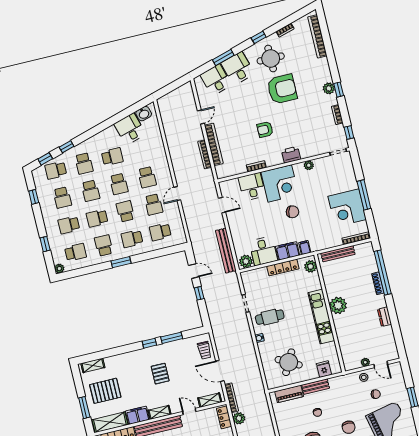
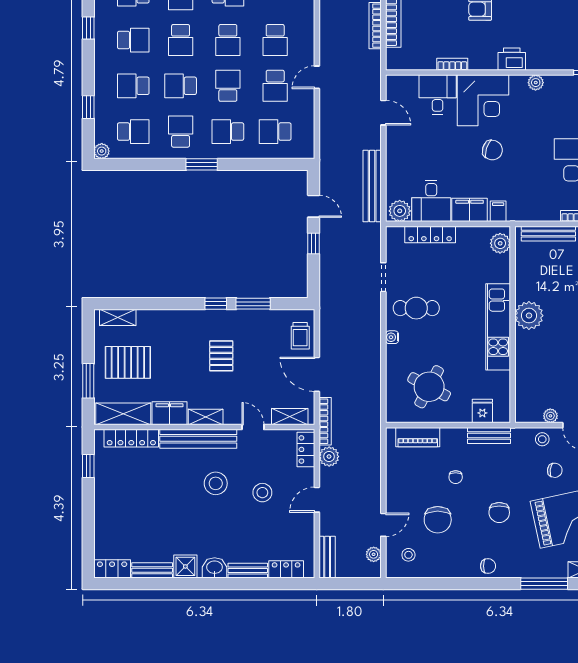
school desk: (62, 198) -> (133, 40), turned -90
locker: (283, 267) -> (430, 234), moved
bench: (316, 387) -> (489, 436), moved

